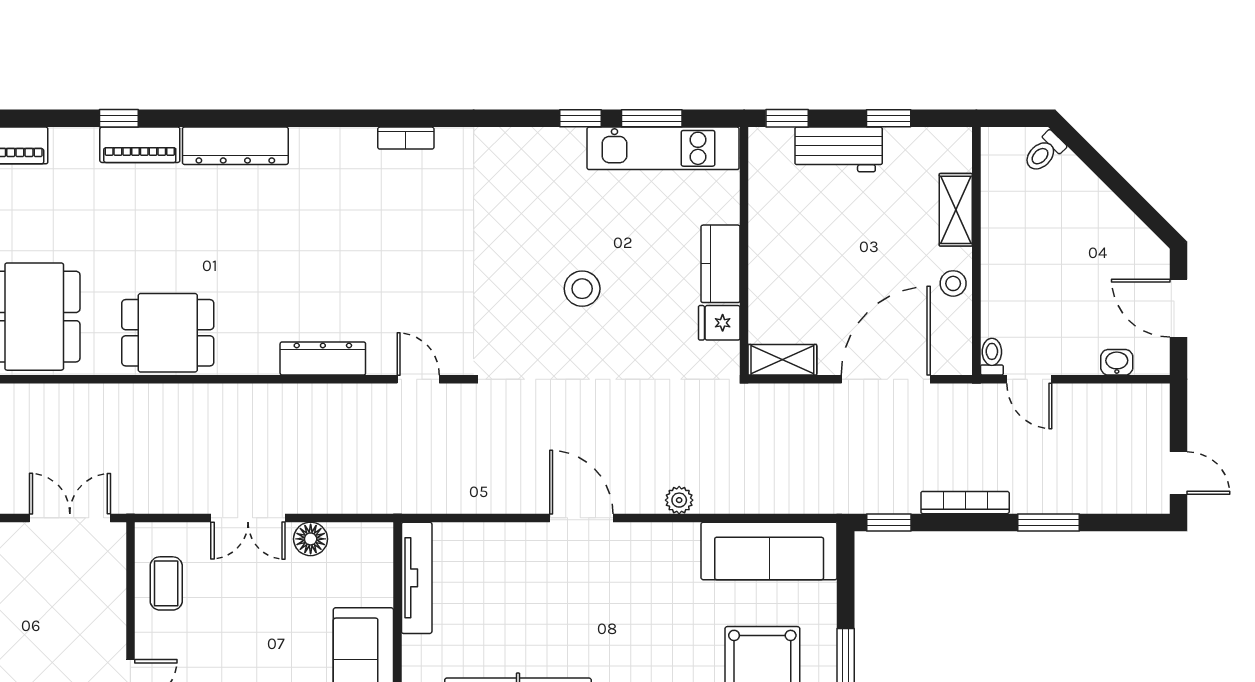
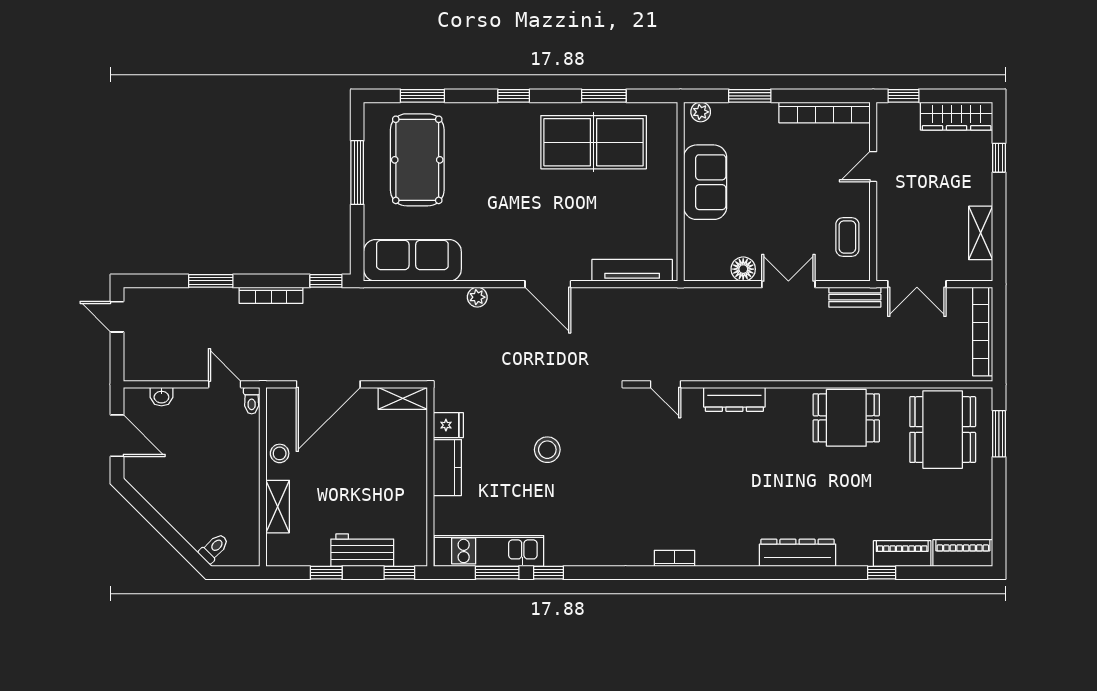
piano: (140, 145) -> (902, 554), moved
bench: (156, 500) -> (855, 297), added
tv unit: (417, 578) -> (632, 270), moved, turned 90

